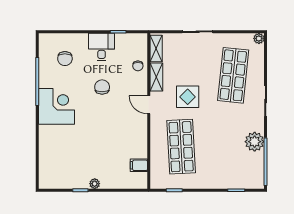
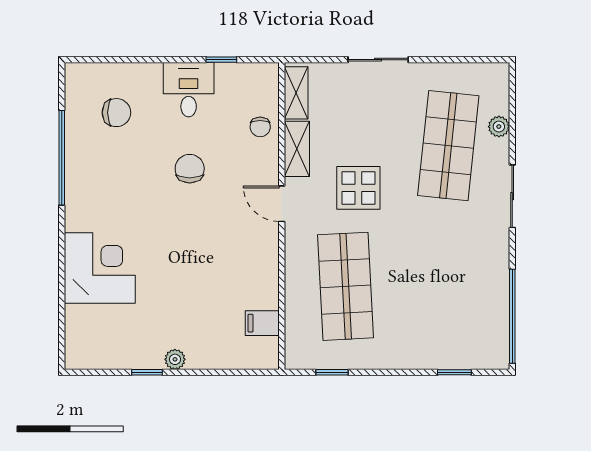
plant: (259, 38) -> (499, 127), moved
chair: (65, 59) -> (116, 113), turned -90
corner desk: (57, 106) -> (100, 268), moved
plant: (255, 142) -> (490, 276), removed

